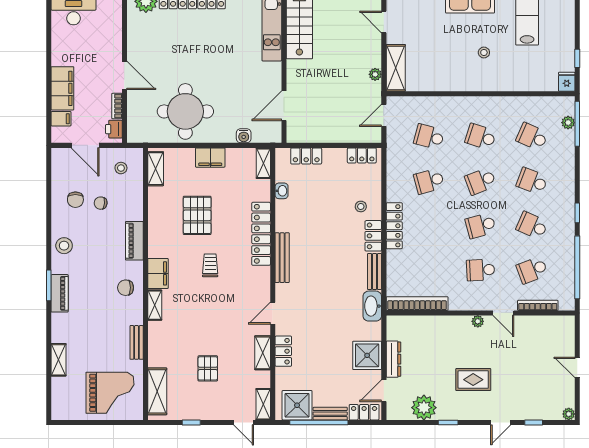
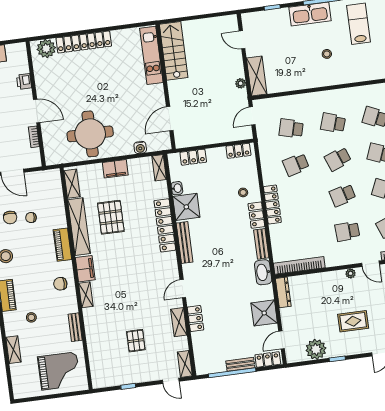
printer: (114, 129) -> (24, 82), moved
stool: (121, 168) -> (31, 317), moved
trolley: (210, 265) -> (127, 257), removed
dresser: (393, 359) -> (283, 292), moved
shelving: (157, 391) -> (79, 227), moved, width x1.47
shower: (297, 405) -> (186, 207), moved

